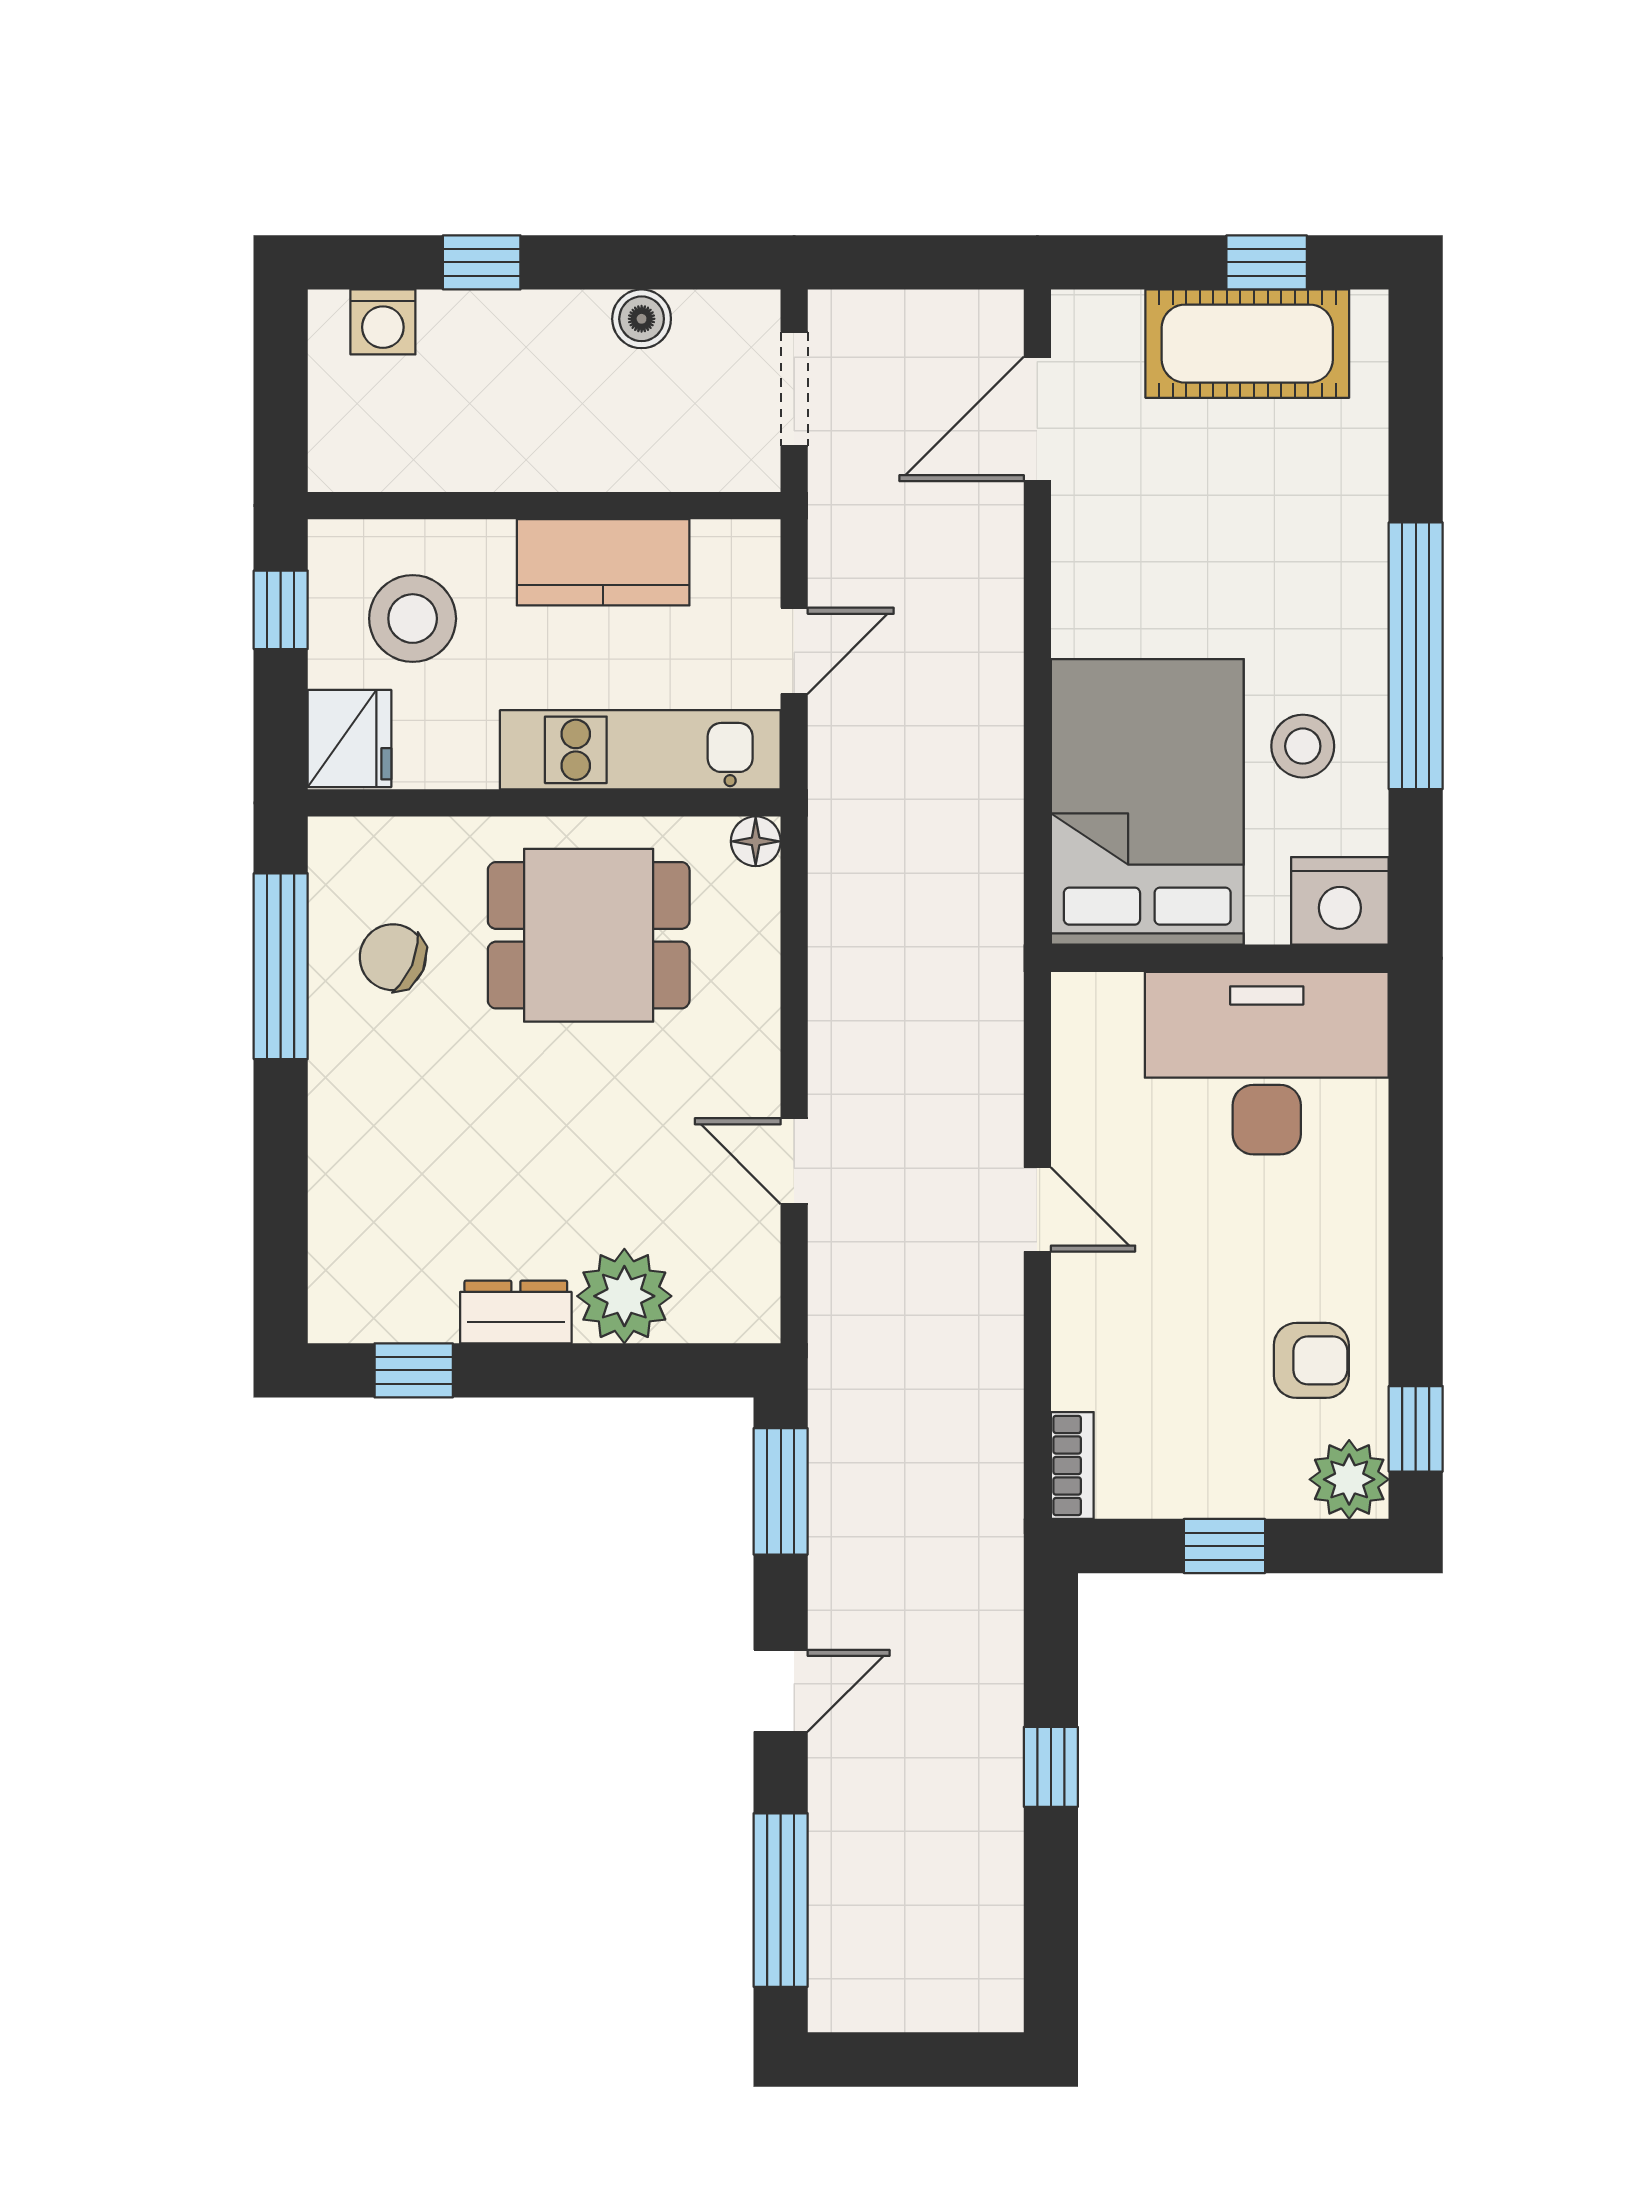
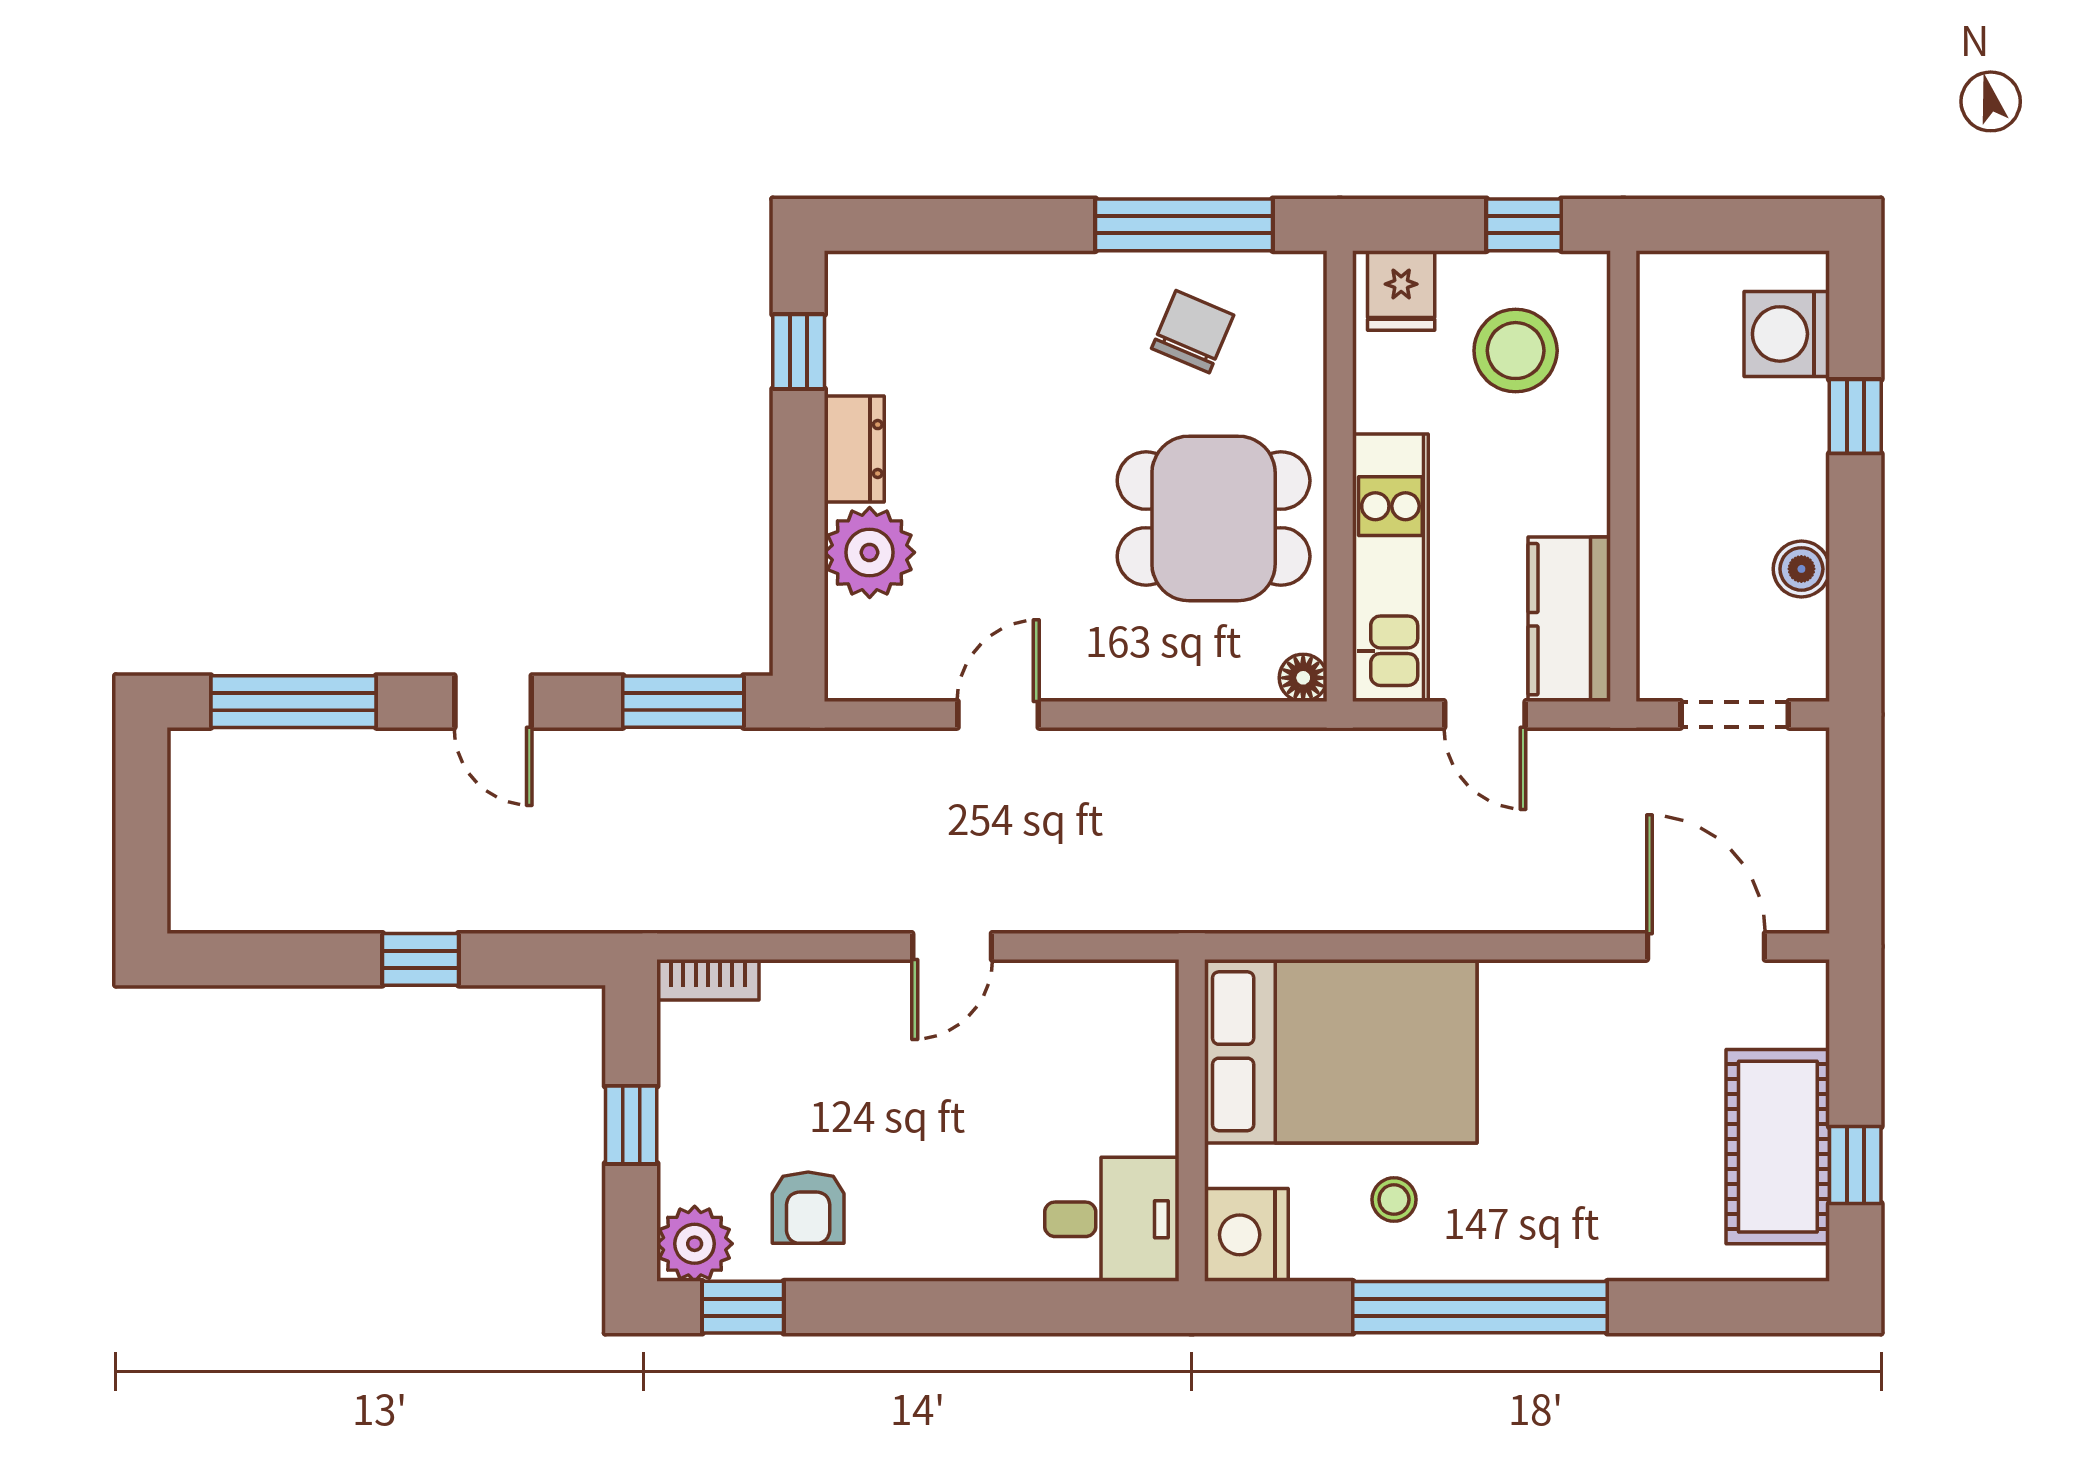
washing machine: (383, 322) -> (1787, 334), width x1.38, depth x1.38
kitchen counter: (603, 562) -> (1569, 619), moved
fridge: (350, 739) -> (1401, 290), width x0.72
stool: (1303, 746) -> (1394, 1200), width x0.73, depth x0.73
dining table: (589, 935) -> (1214, 518), turned 90
desk: (1267, 1063) -> (1112, 1219), width x0.53, depth x0.77

